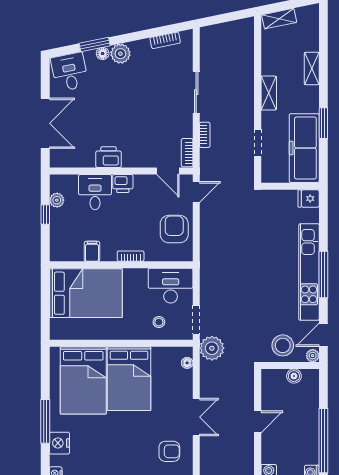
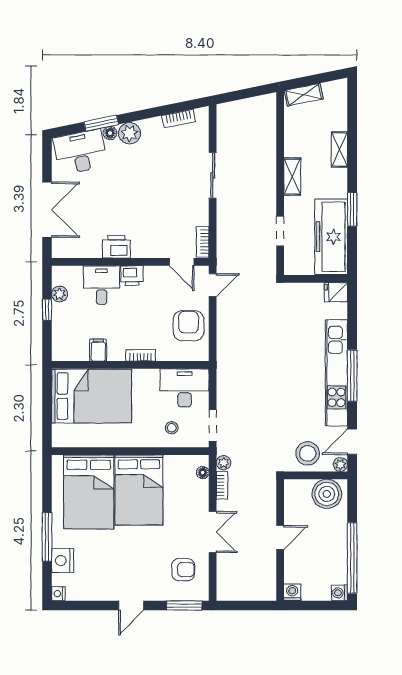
desk: (70, 72) -> (80, 152), width x1.37
bookcase: (205, 135) -> (222, 485), moved
plant: (212, 348) -> (224, 463), width x0.53, depth x0.53
boiler: (294, 376) -> (327, 494), width x1.86, depth x1.86

